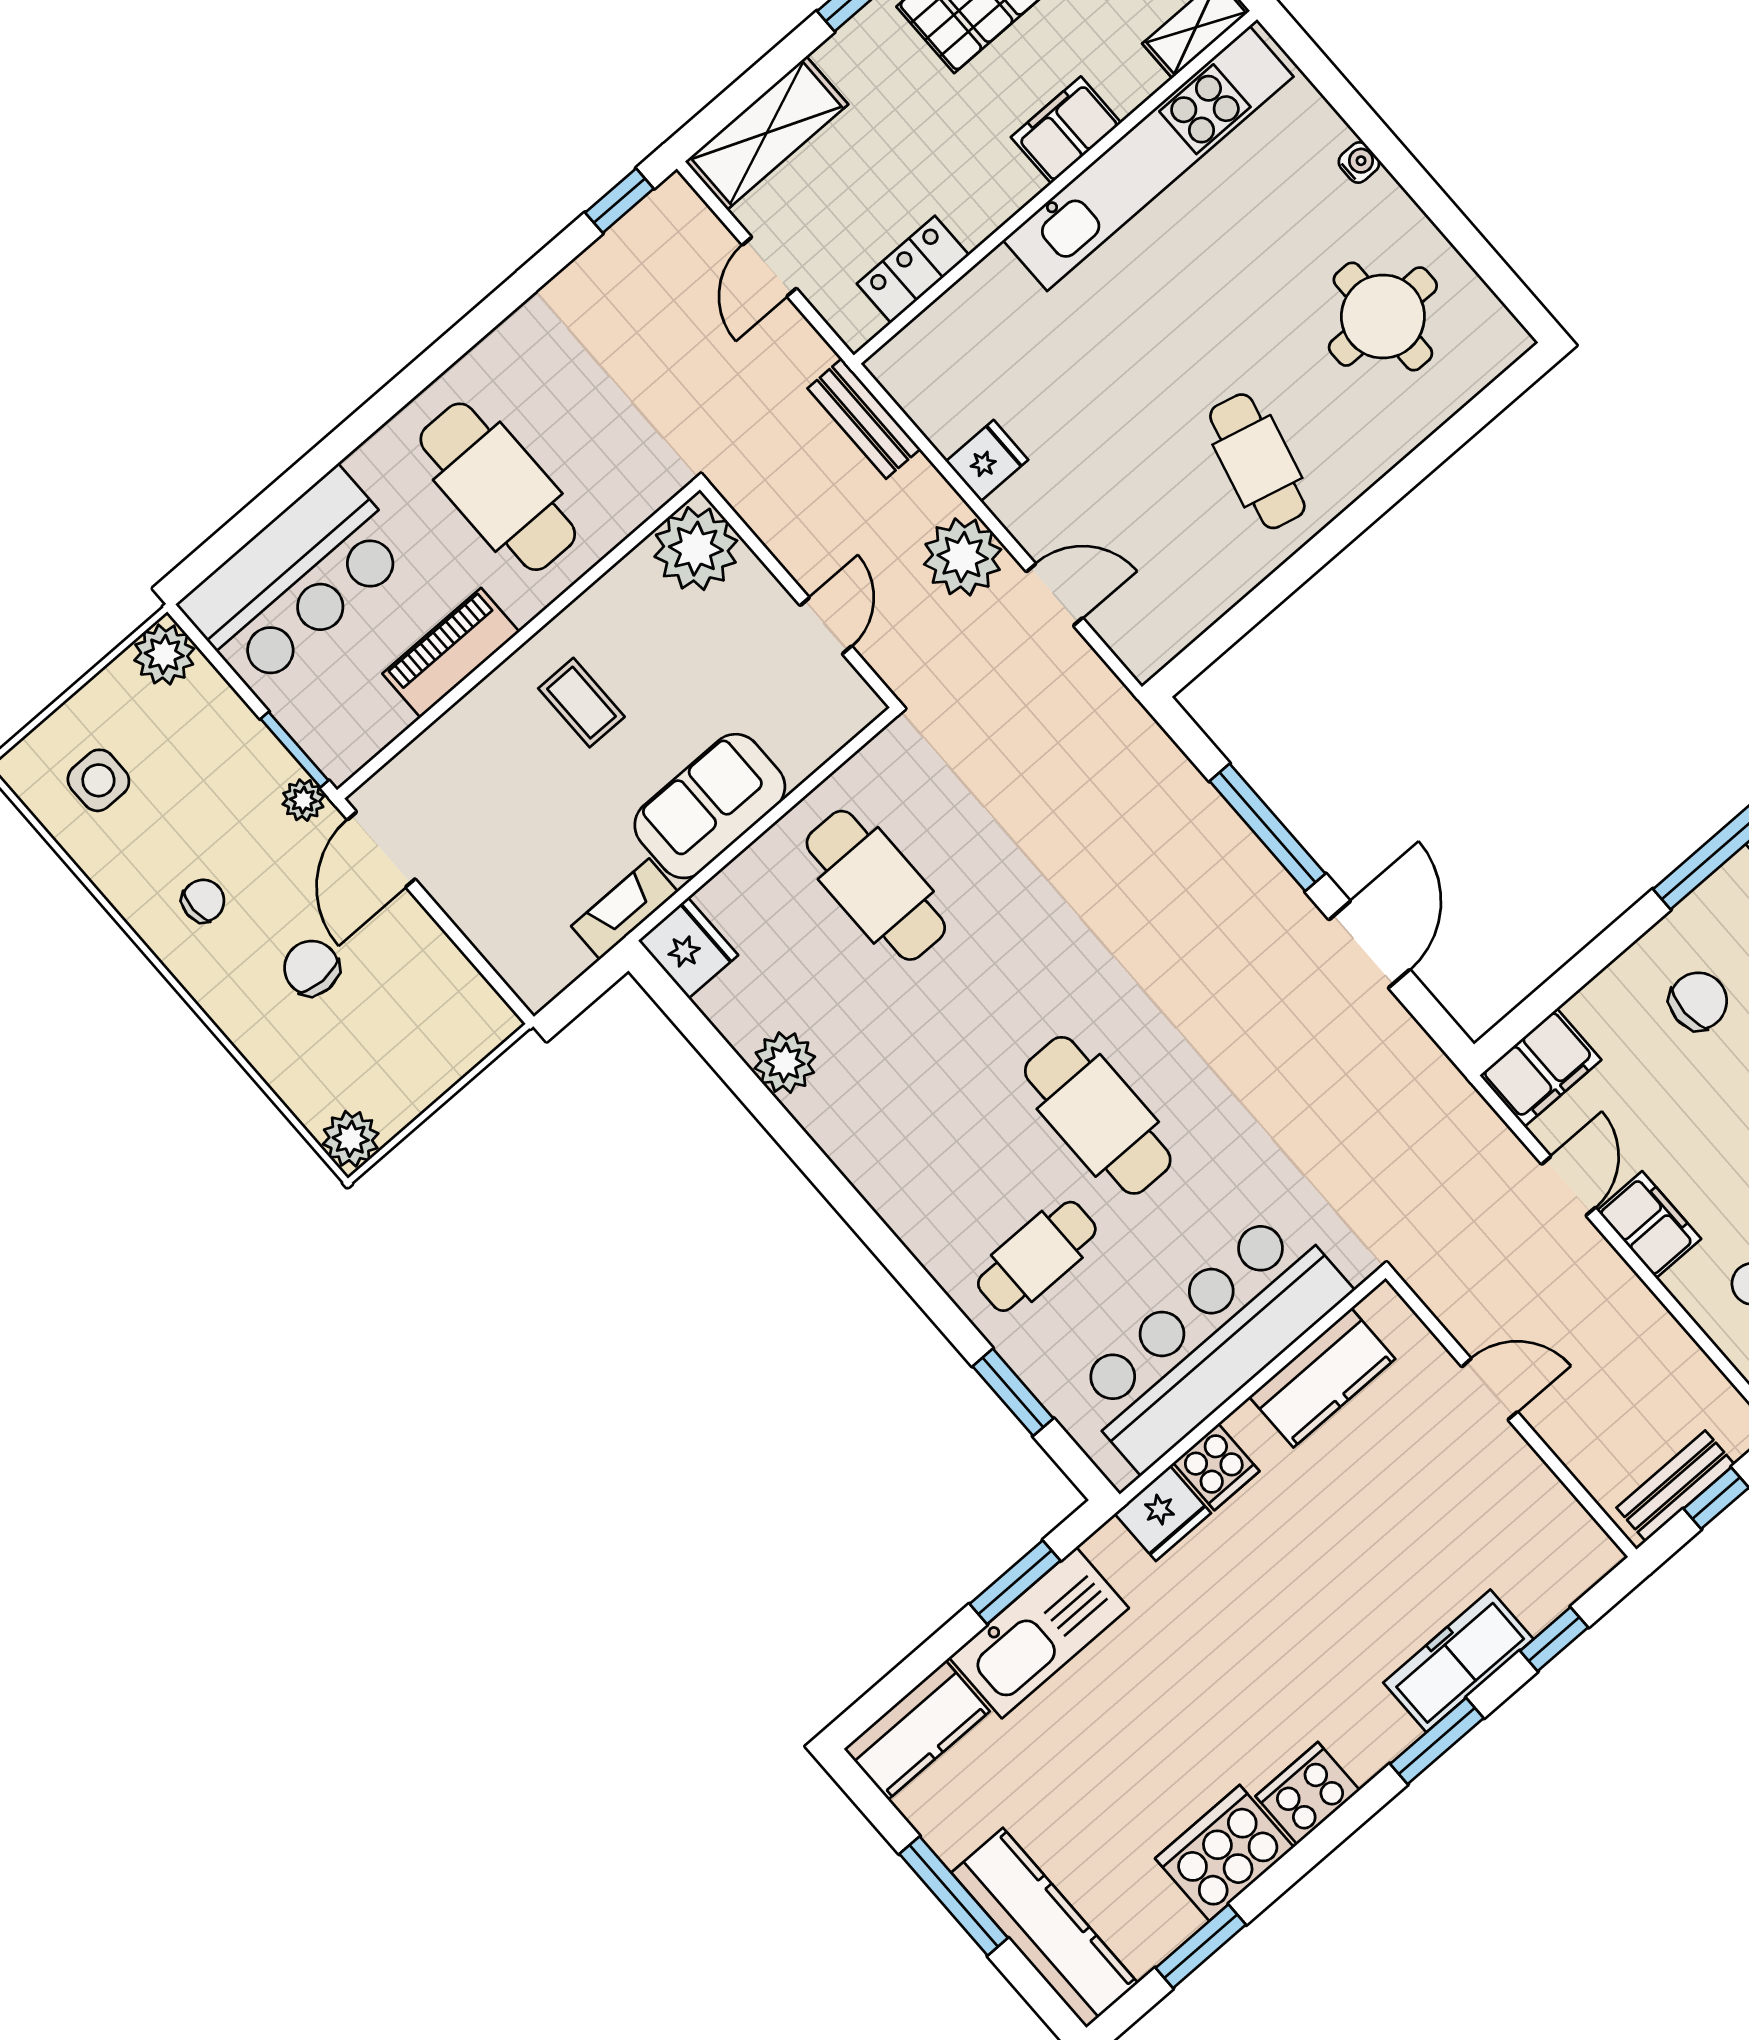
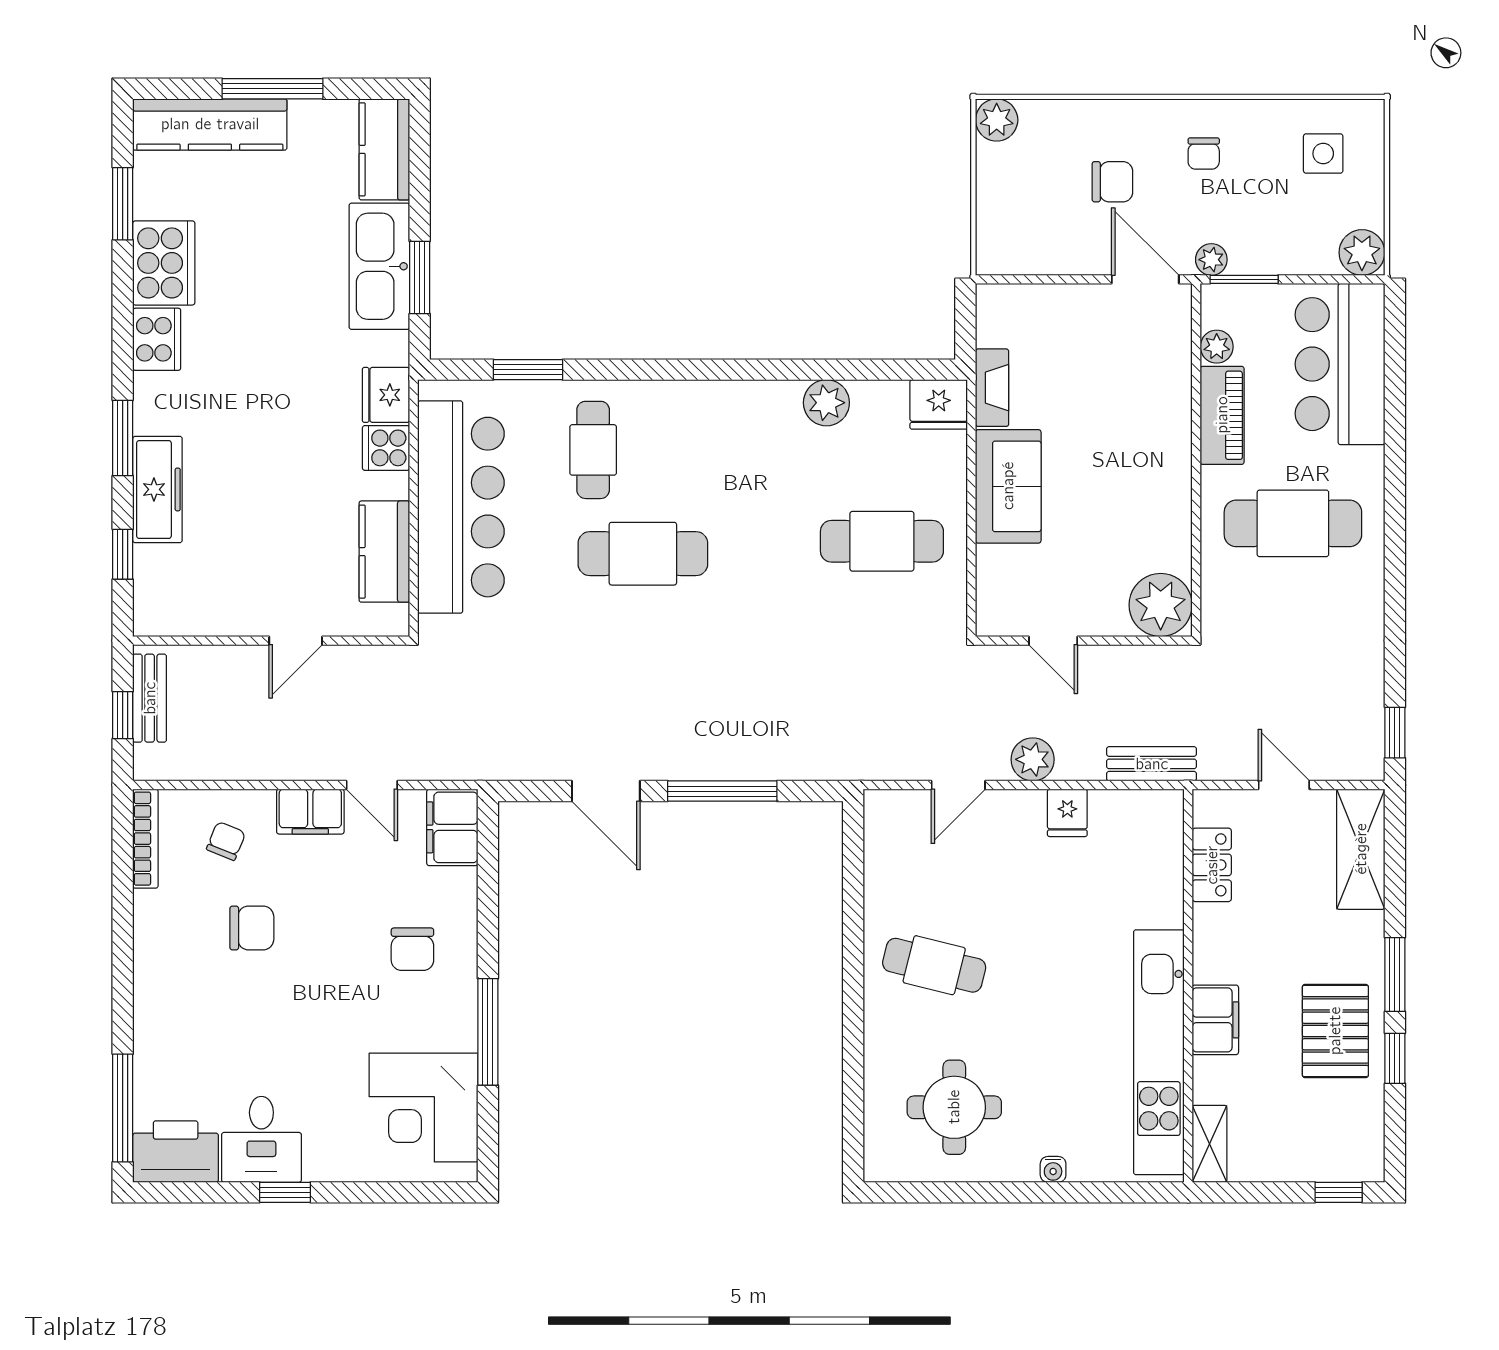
plant: (963, 557) -> (1033, 759), width x0.73, depth x0.73
coffee table: (581, 703) -> (1130, 465), removed
plant: (386, 718) -> (1217, 347), added

